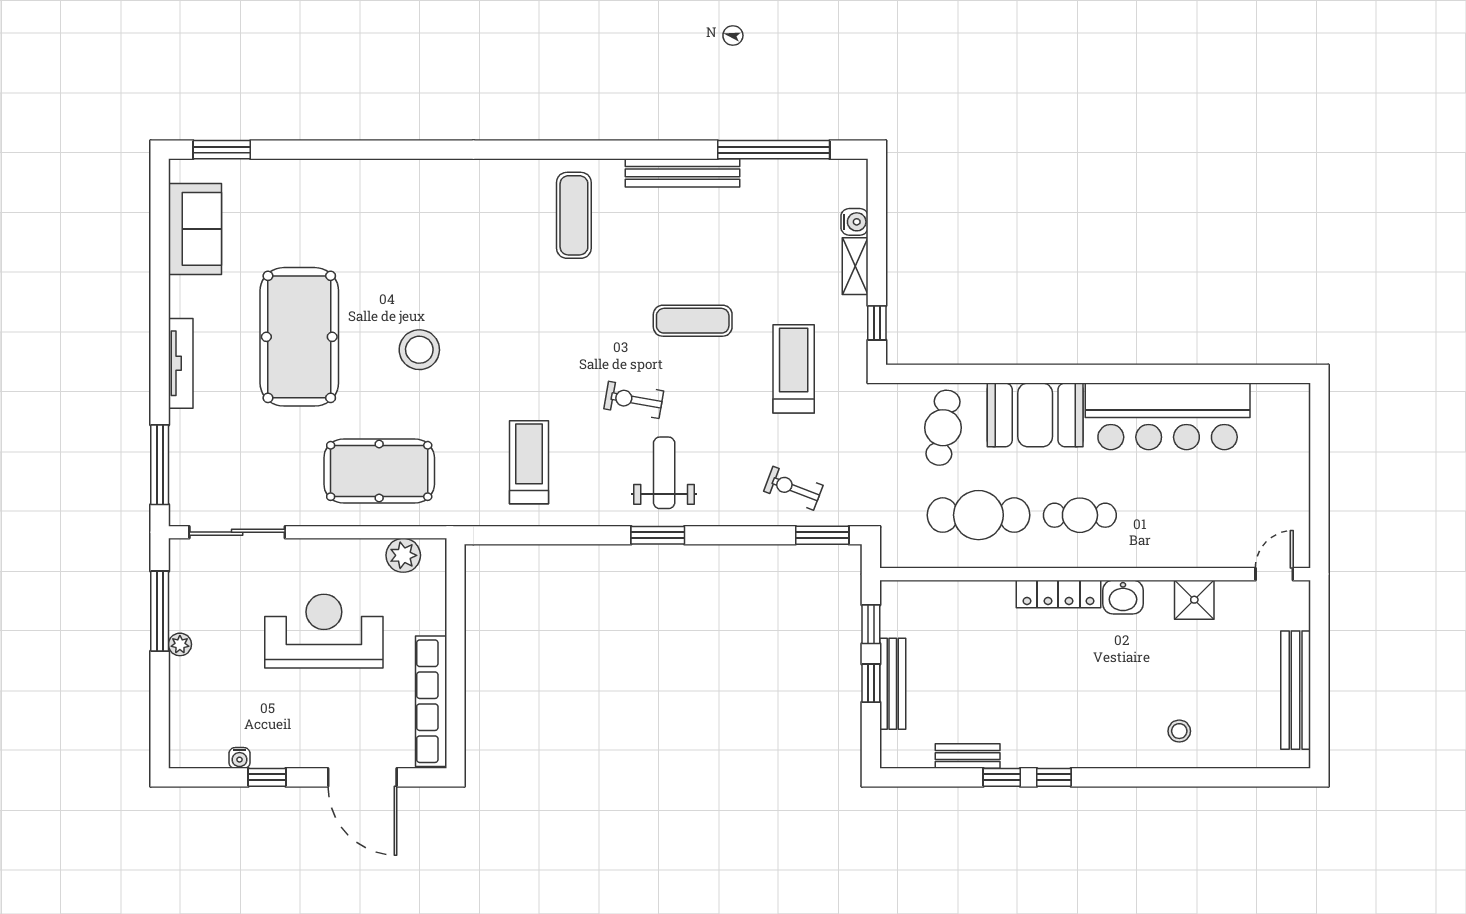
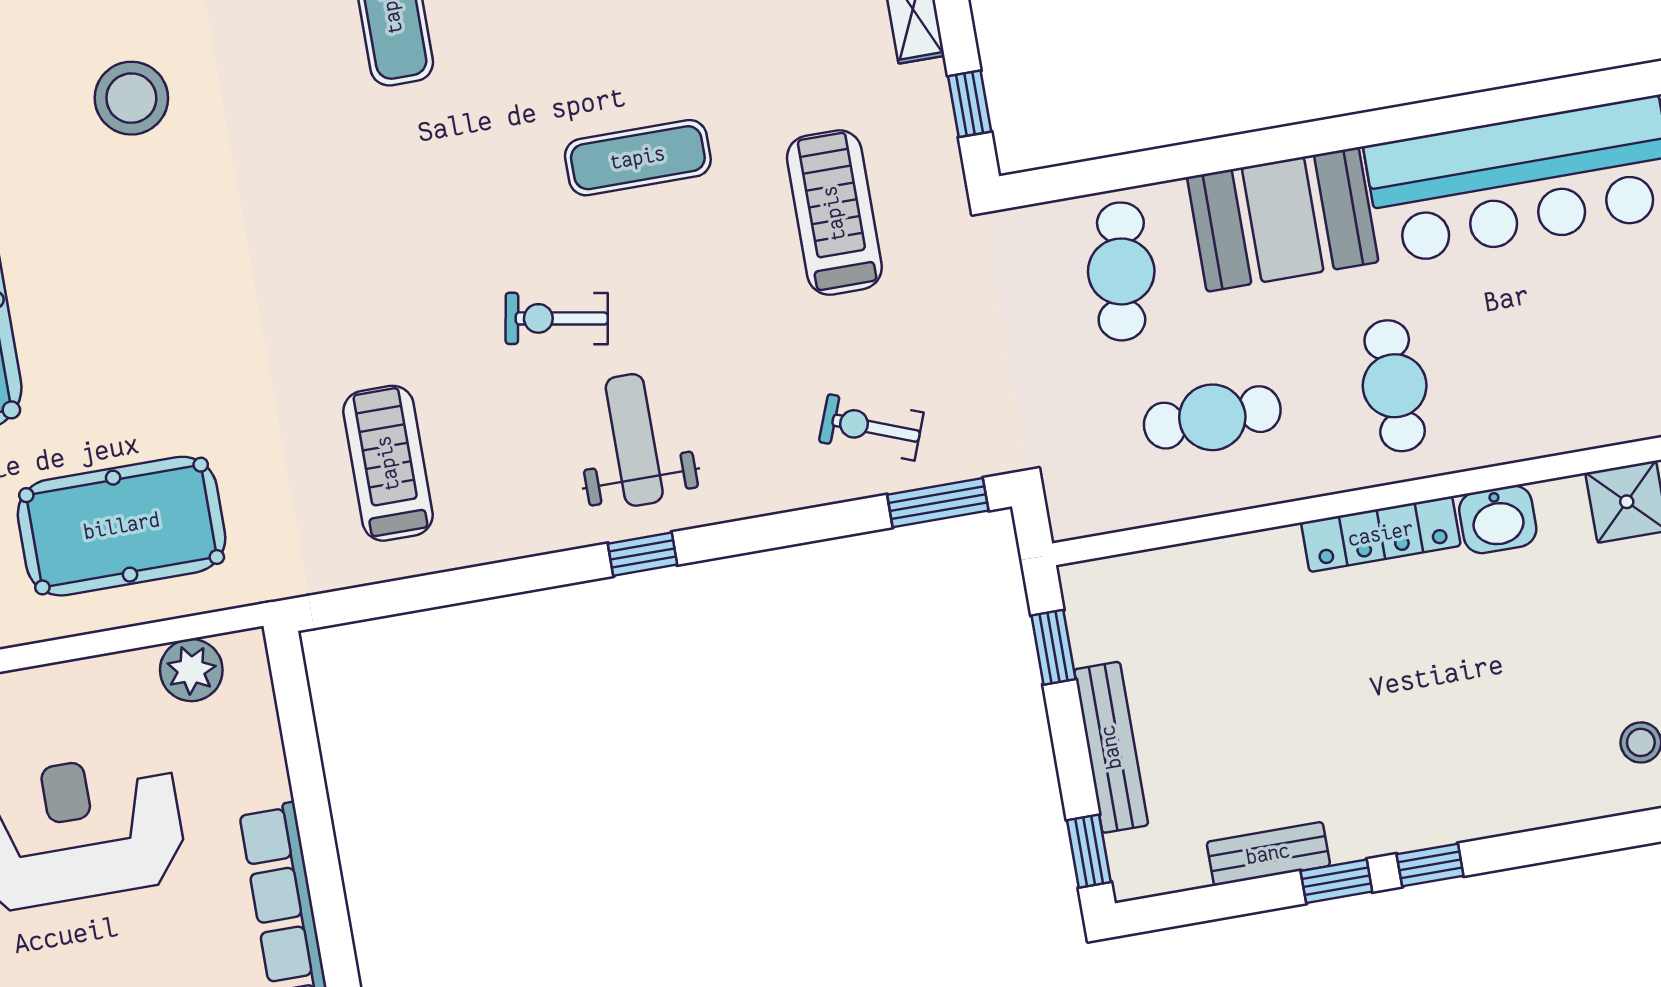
stool: (419, 350) -> (131, 98), moved
cafe table: (978, 515) -> (1212, 417), width x0.73, depth x0.74
cafe table: (1080, 515) -> (1395, 386), turned 90
window: (658, 535) -> (642, 554), width x0.67
window: (871, 683) -> (1089, 851), moved

